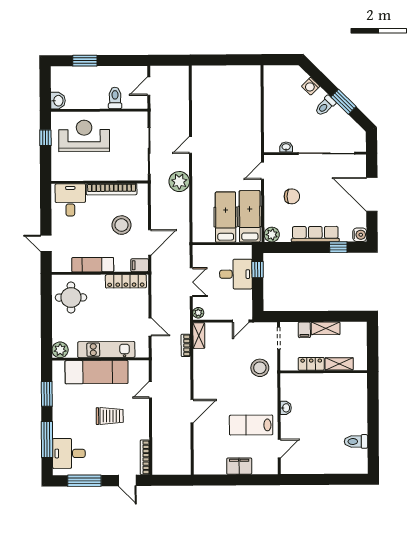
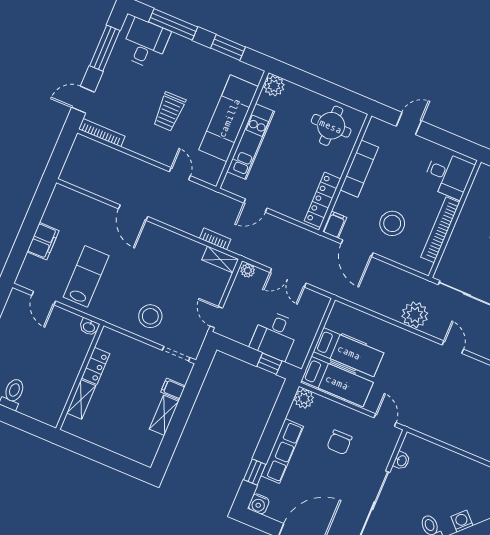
locker: (311, 364) -> (96, 366), moved
shelving: (339, 364) -> (81, 399), moved
wall: (324, 372) -> (80, 377), moved

